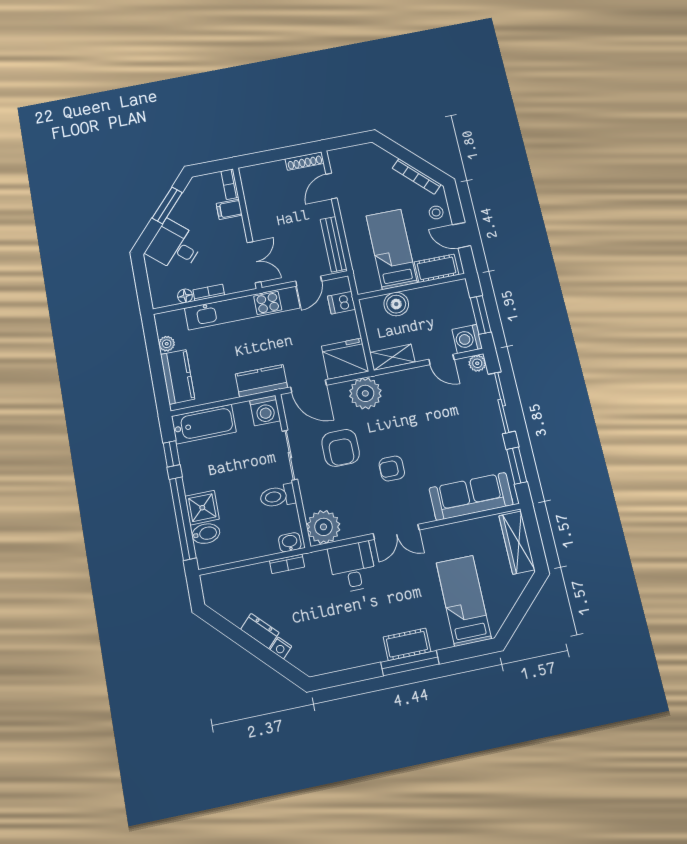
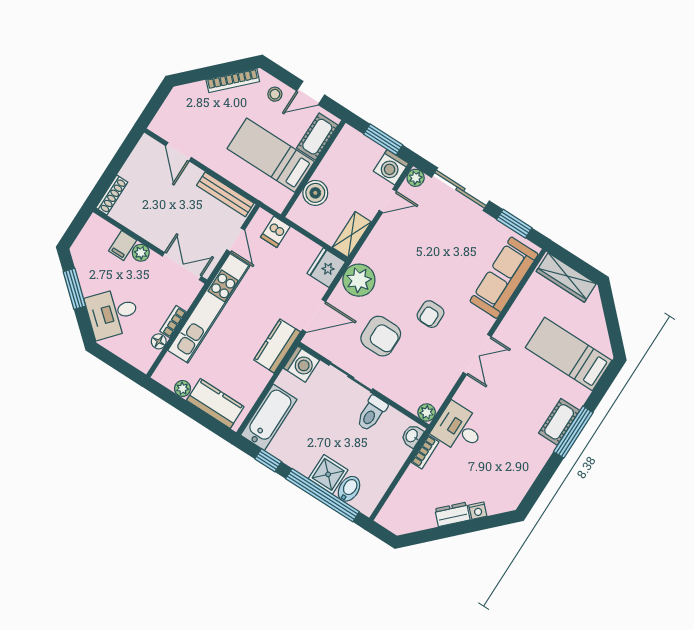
shoe rack: (305, 161) -> (112, 195), moved
bookcase: (230, 184) -> (103, 226), removed
plant: (236, 226) -> (141, 253), added
fridge: (345, 359) -> (326, 268), width x0.73, depth x0.75
plant: (323, 527) -> (427, 413), width x0.53, depth x0.53
desk: (352, 567) -> (459, 428), moved

